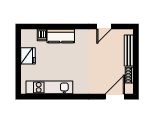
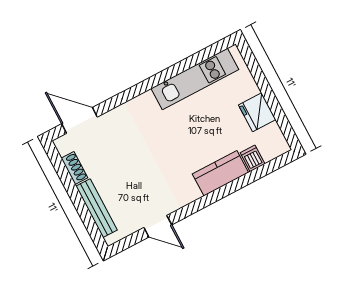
door: (104, 26) -> (158, 226), swing flipped
door: (115, 97) -> (79, 120), swing flipped

